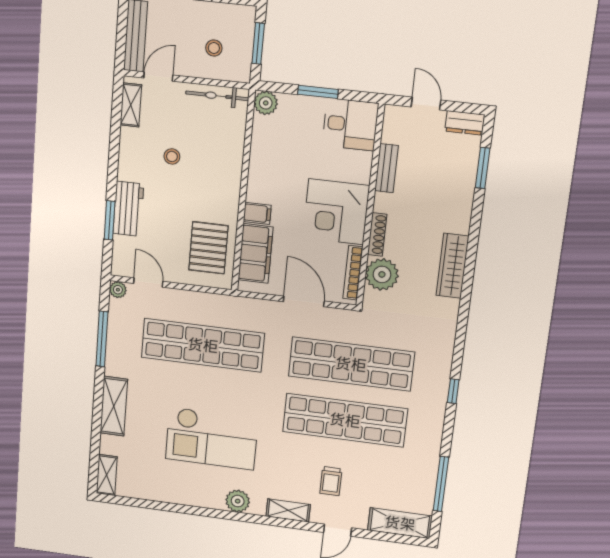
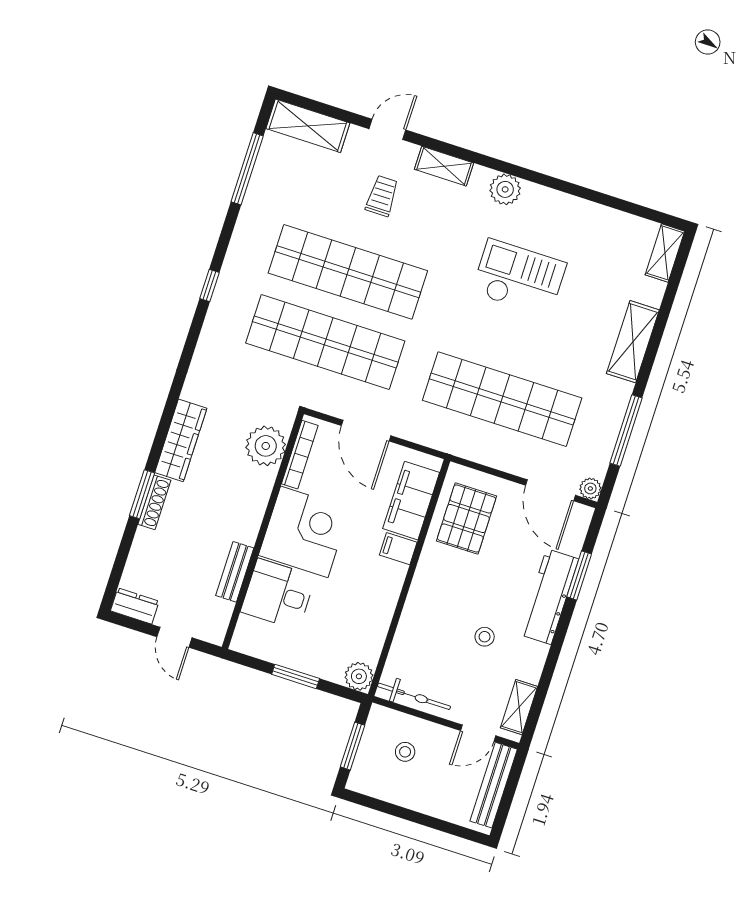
desk: (350, 124) -> (278, 594), moved
window: (483, 168) -> (142, 494), moved
workbench: (128, 209) -> (549, 597), width x1.38
shoe rack: (377, 234) -> (154, 502), moved, turned 180
door: (148, 282) -> (551, 490), width x1.38
checkout: (212, 438) -> (519, 278), width x0.73, depth x0.83

